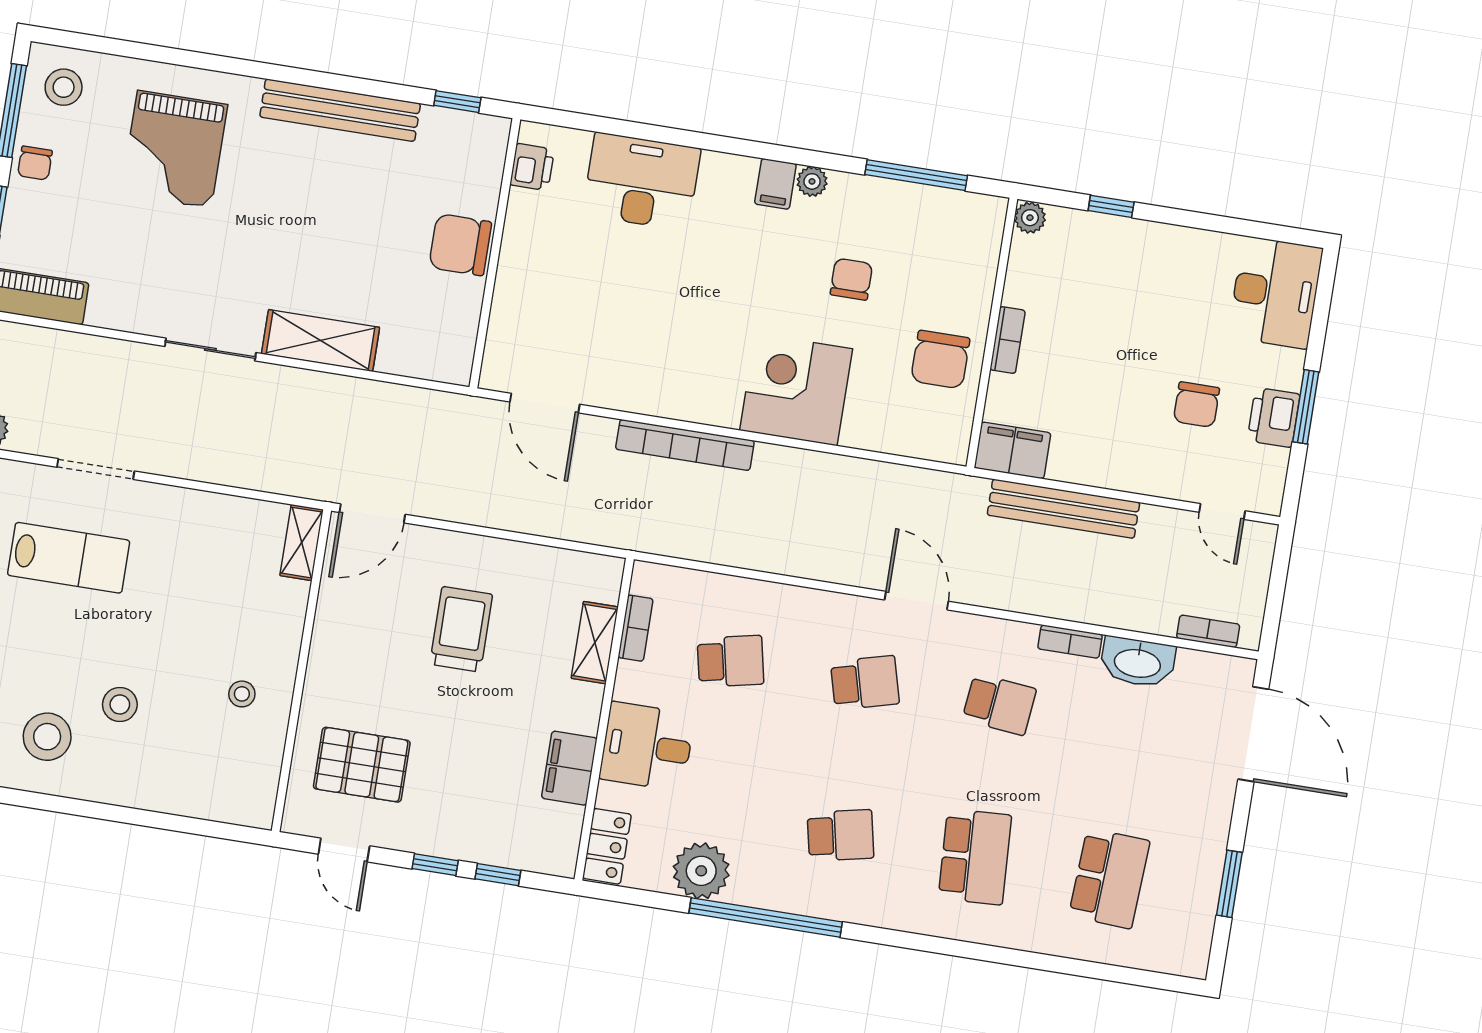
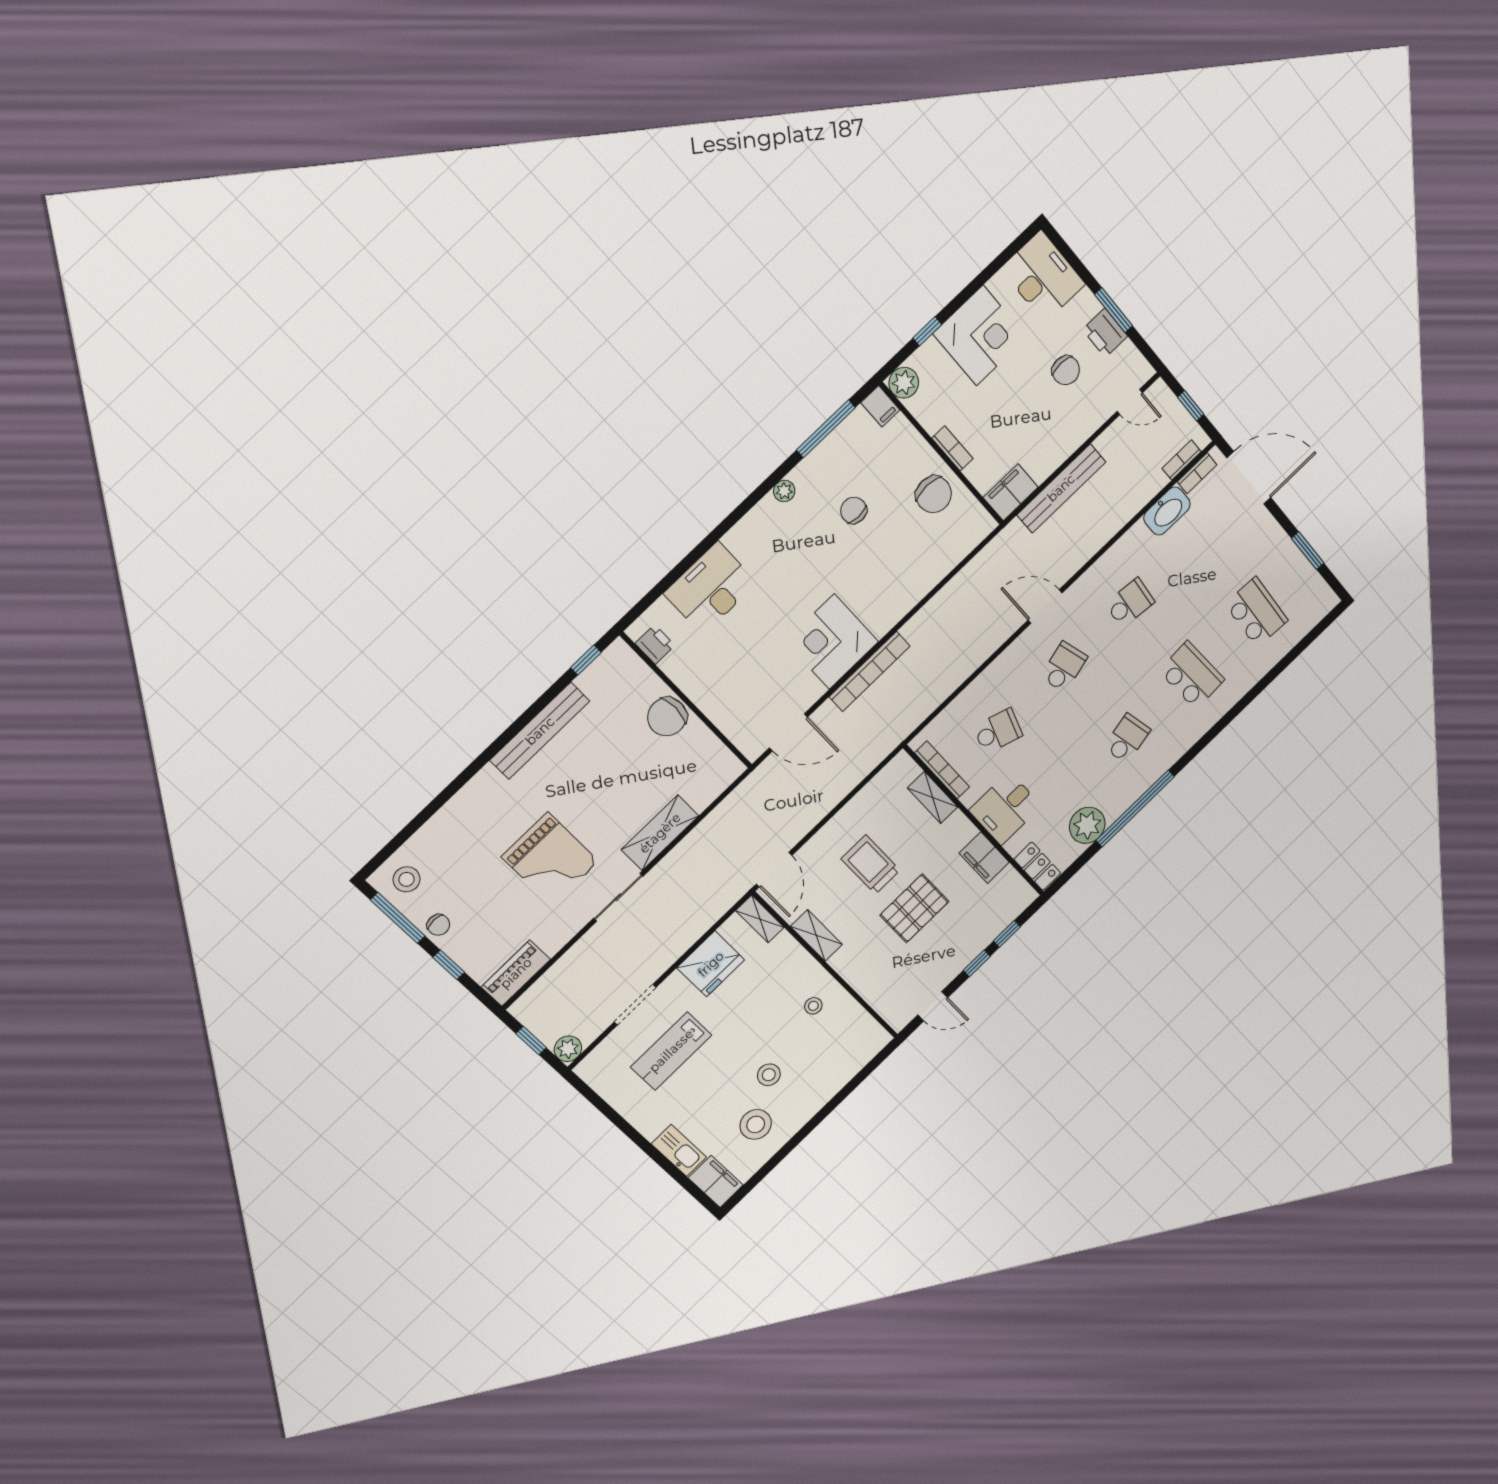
grand piano: (174, 149) -> (550, 859), moved
filing cabinet: (775, 184) -> (880, 406), moved
plant: (1030, 218) -> (904, 383), width x1.38, depth x1.38
corner desk: (1154, 271) -> (980, 336), added
corner desk: (796, 390) -> (832, 642), moved
fridge: (207, 524) -> (711, 964), added
lab bench: (69, 558) -> (671, 1051), turned 180
window: (1276, 591) -> (1191, 406), added
bookcase: (635, 628) -> (942, 770), width x1.56
shelving: (330, 629) -> (816, 935), added
bookcase: (1070, 642) -> (1197, 473), moved
school desk: (731, 661) -> (998, 731), turned 30
pallet: (362, 765) -> (914, 908), moved

